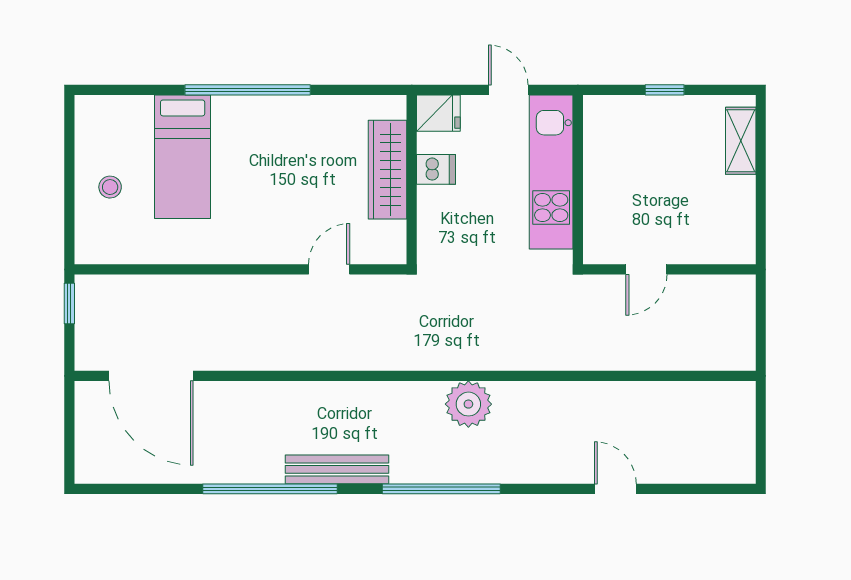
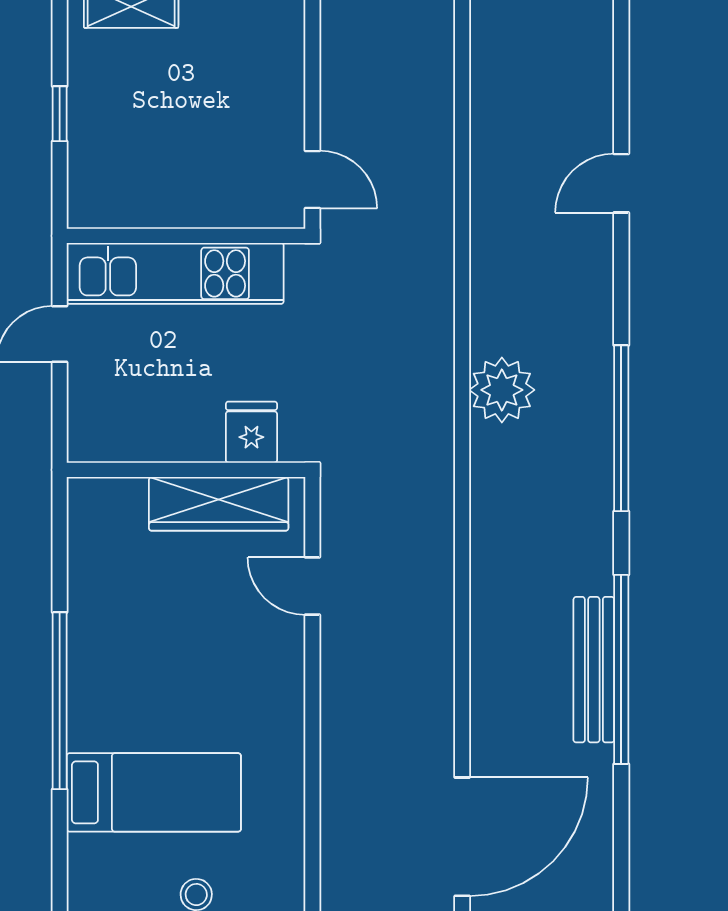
fridge: (438, 113) -> (251, 432), moved
dishwasher: (436, 169) -> (171, 435), removed
wardrobe: (388, 170) -> (219, 504), moved
door: (646, 269) -> (312, 179), moved
bench: (337, 469) -> (594, 670), moved

